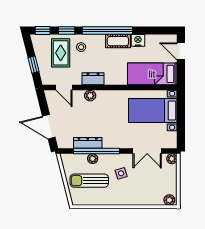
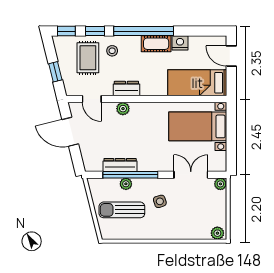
door: (49, 127) -> (70, 132), moved
double door: (147, 151) -> (191, 175), swing flipped

